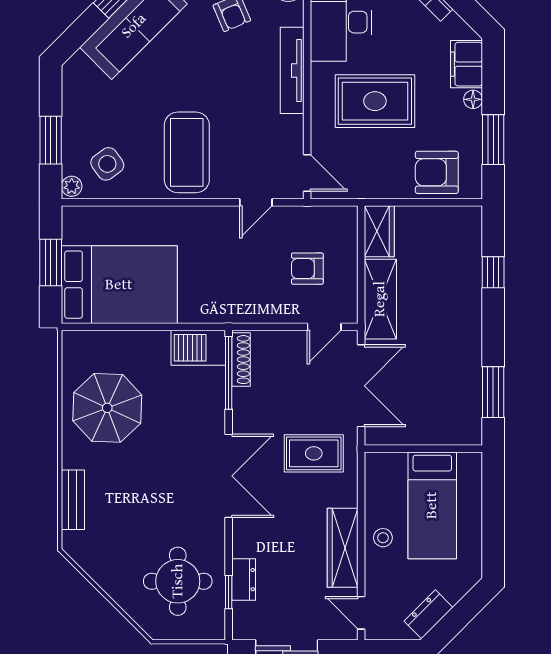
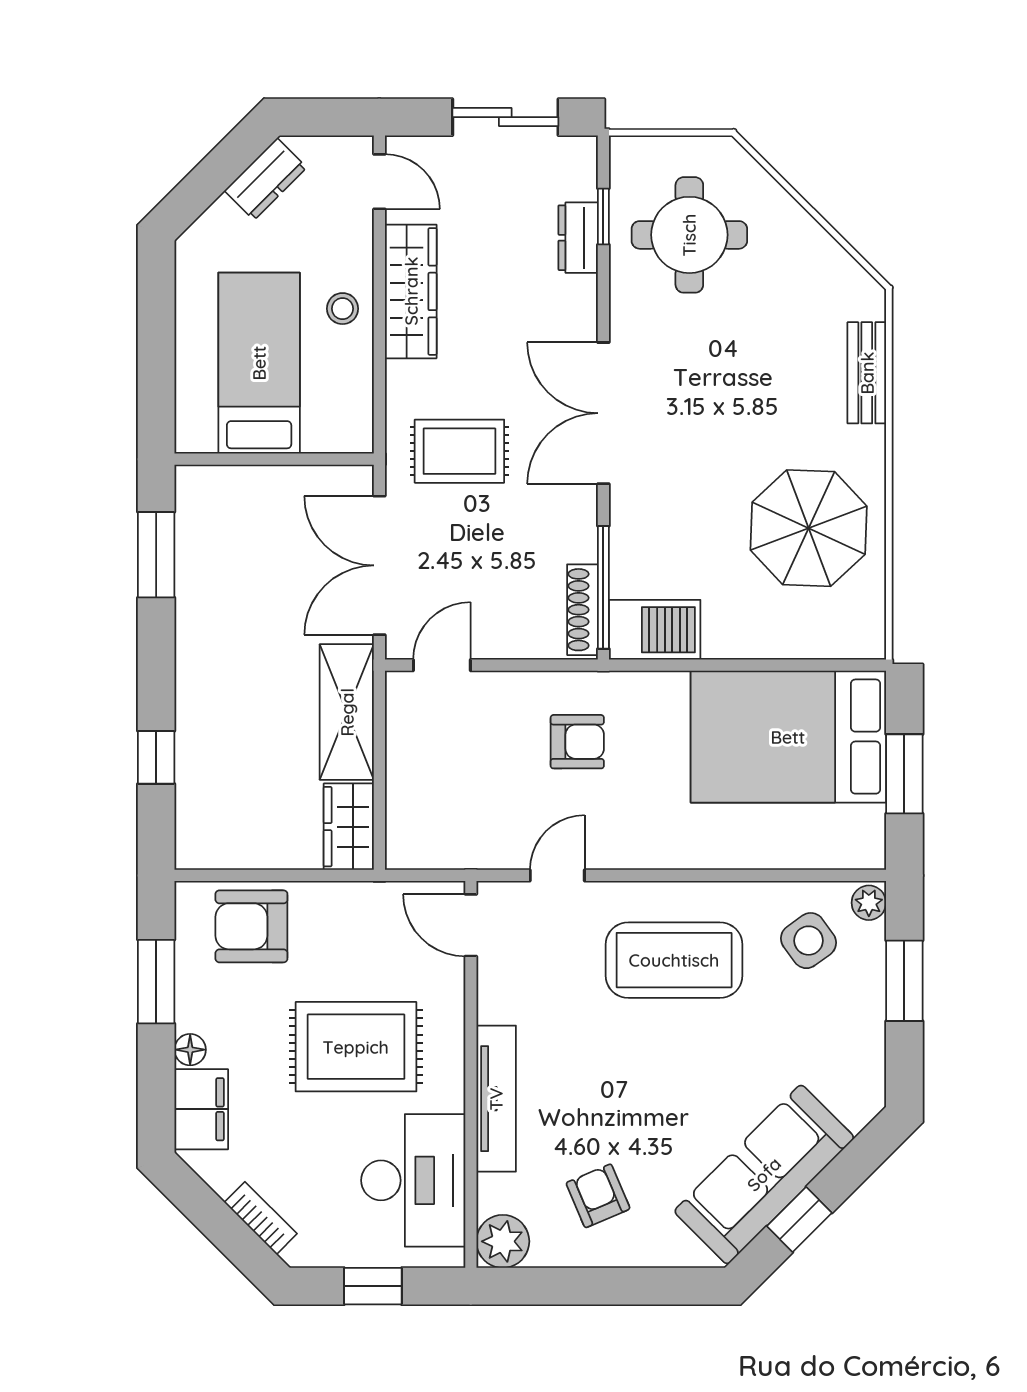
coffee table: (187, 152) -> (674, 960), turned 90
armchair: (437, 172) -> (251, 926), turned 180
armchair: (307, 269) -> (577, 742), moved

